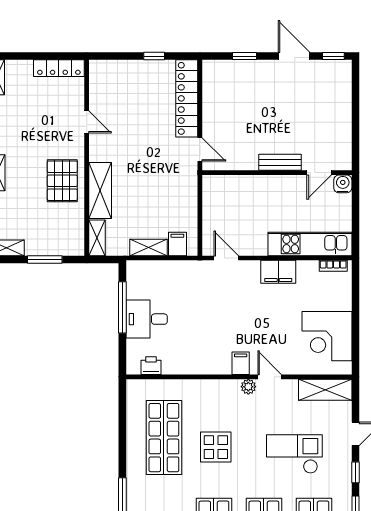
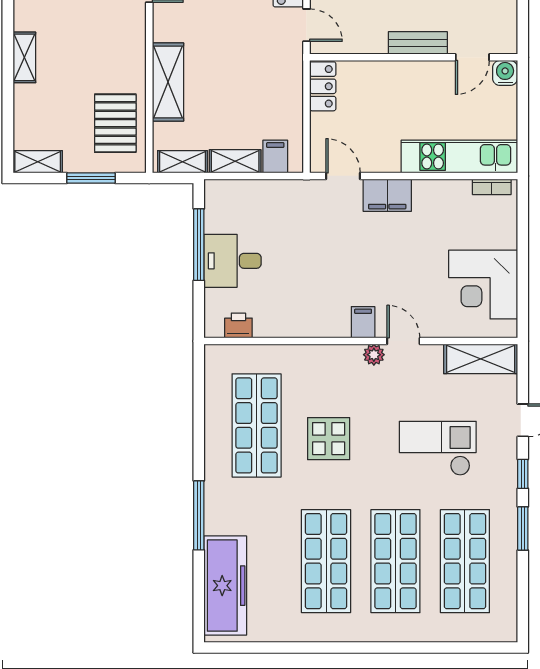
pallet: (62, 181) -> (115, 123), moved
locker: (212, 193) -> (323, 86), added
shelving: (97, 238) -> (182, 162), moved, turned 90
filing cabinet: (278, 272) -> (387, 195), moved

